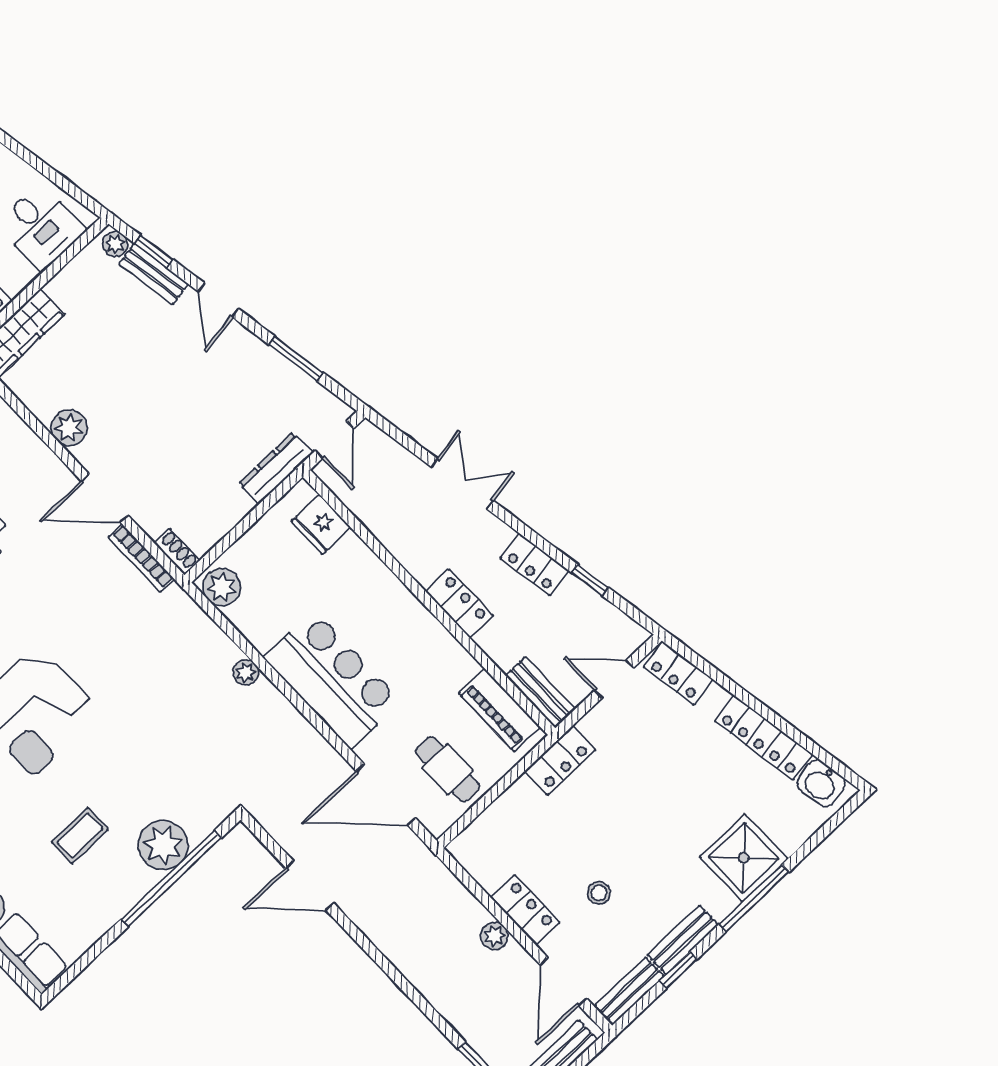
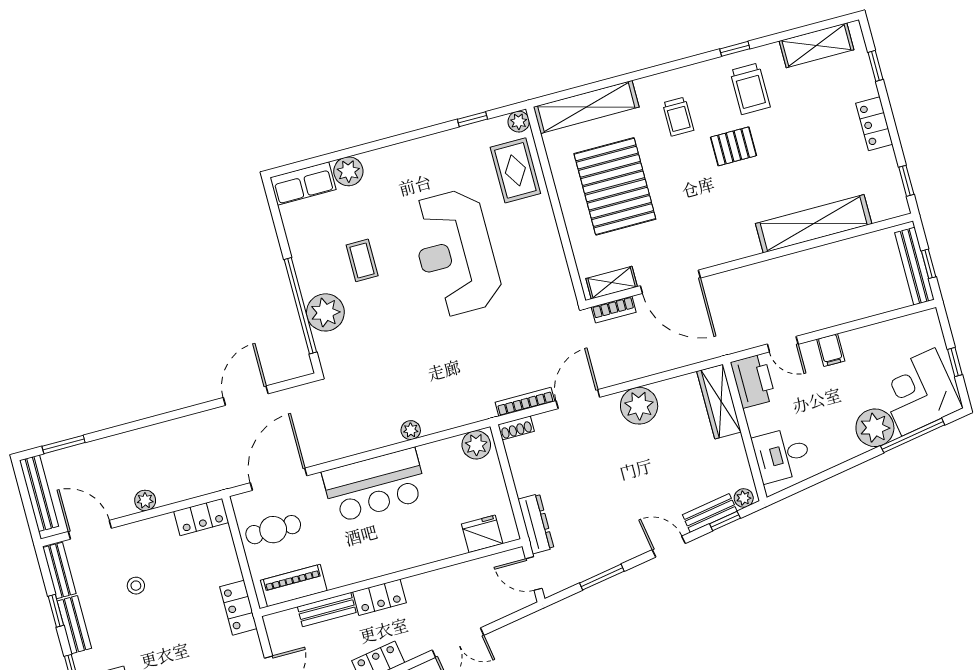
plant: (69, 428) -> (639, 406), width x1.36, depth x1.36
bench: (540, 692) -> (327, 610), moved
locker: (525, 910) -> (201, 517), moved

